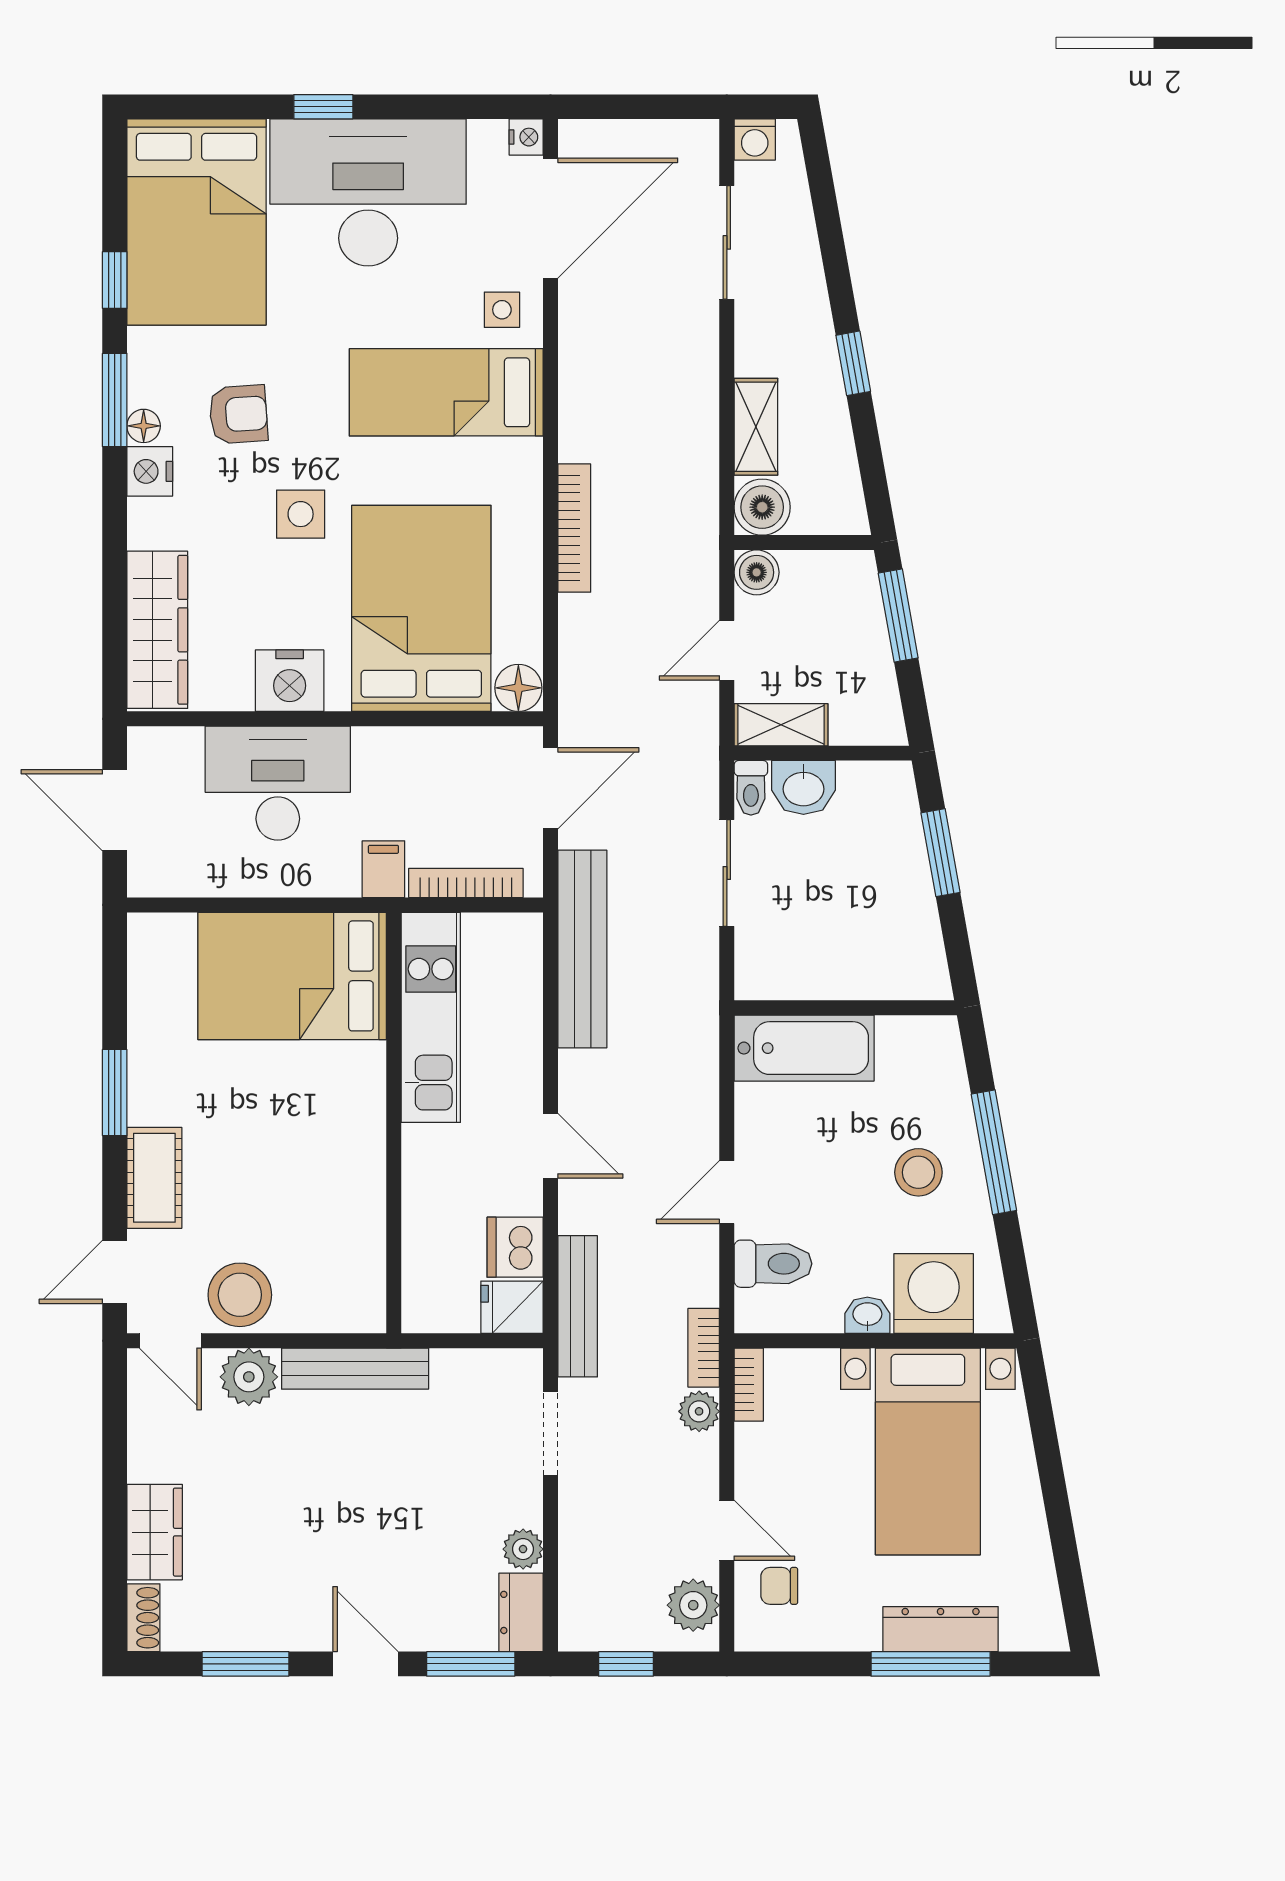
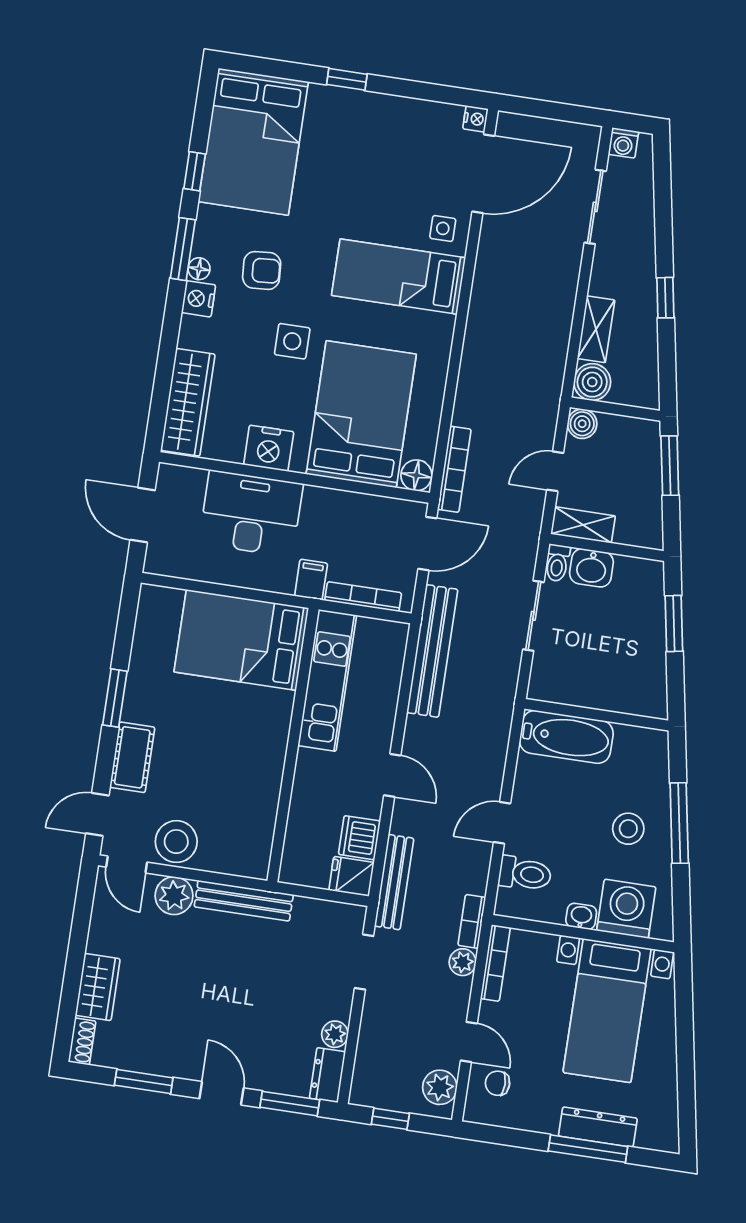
desk: (368, 192) -> (367, 139), removed
bookcase: (574, 528) -> (454, 469), moved
bookcase: (749, 1385) -> (495, 963), width x1.56

